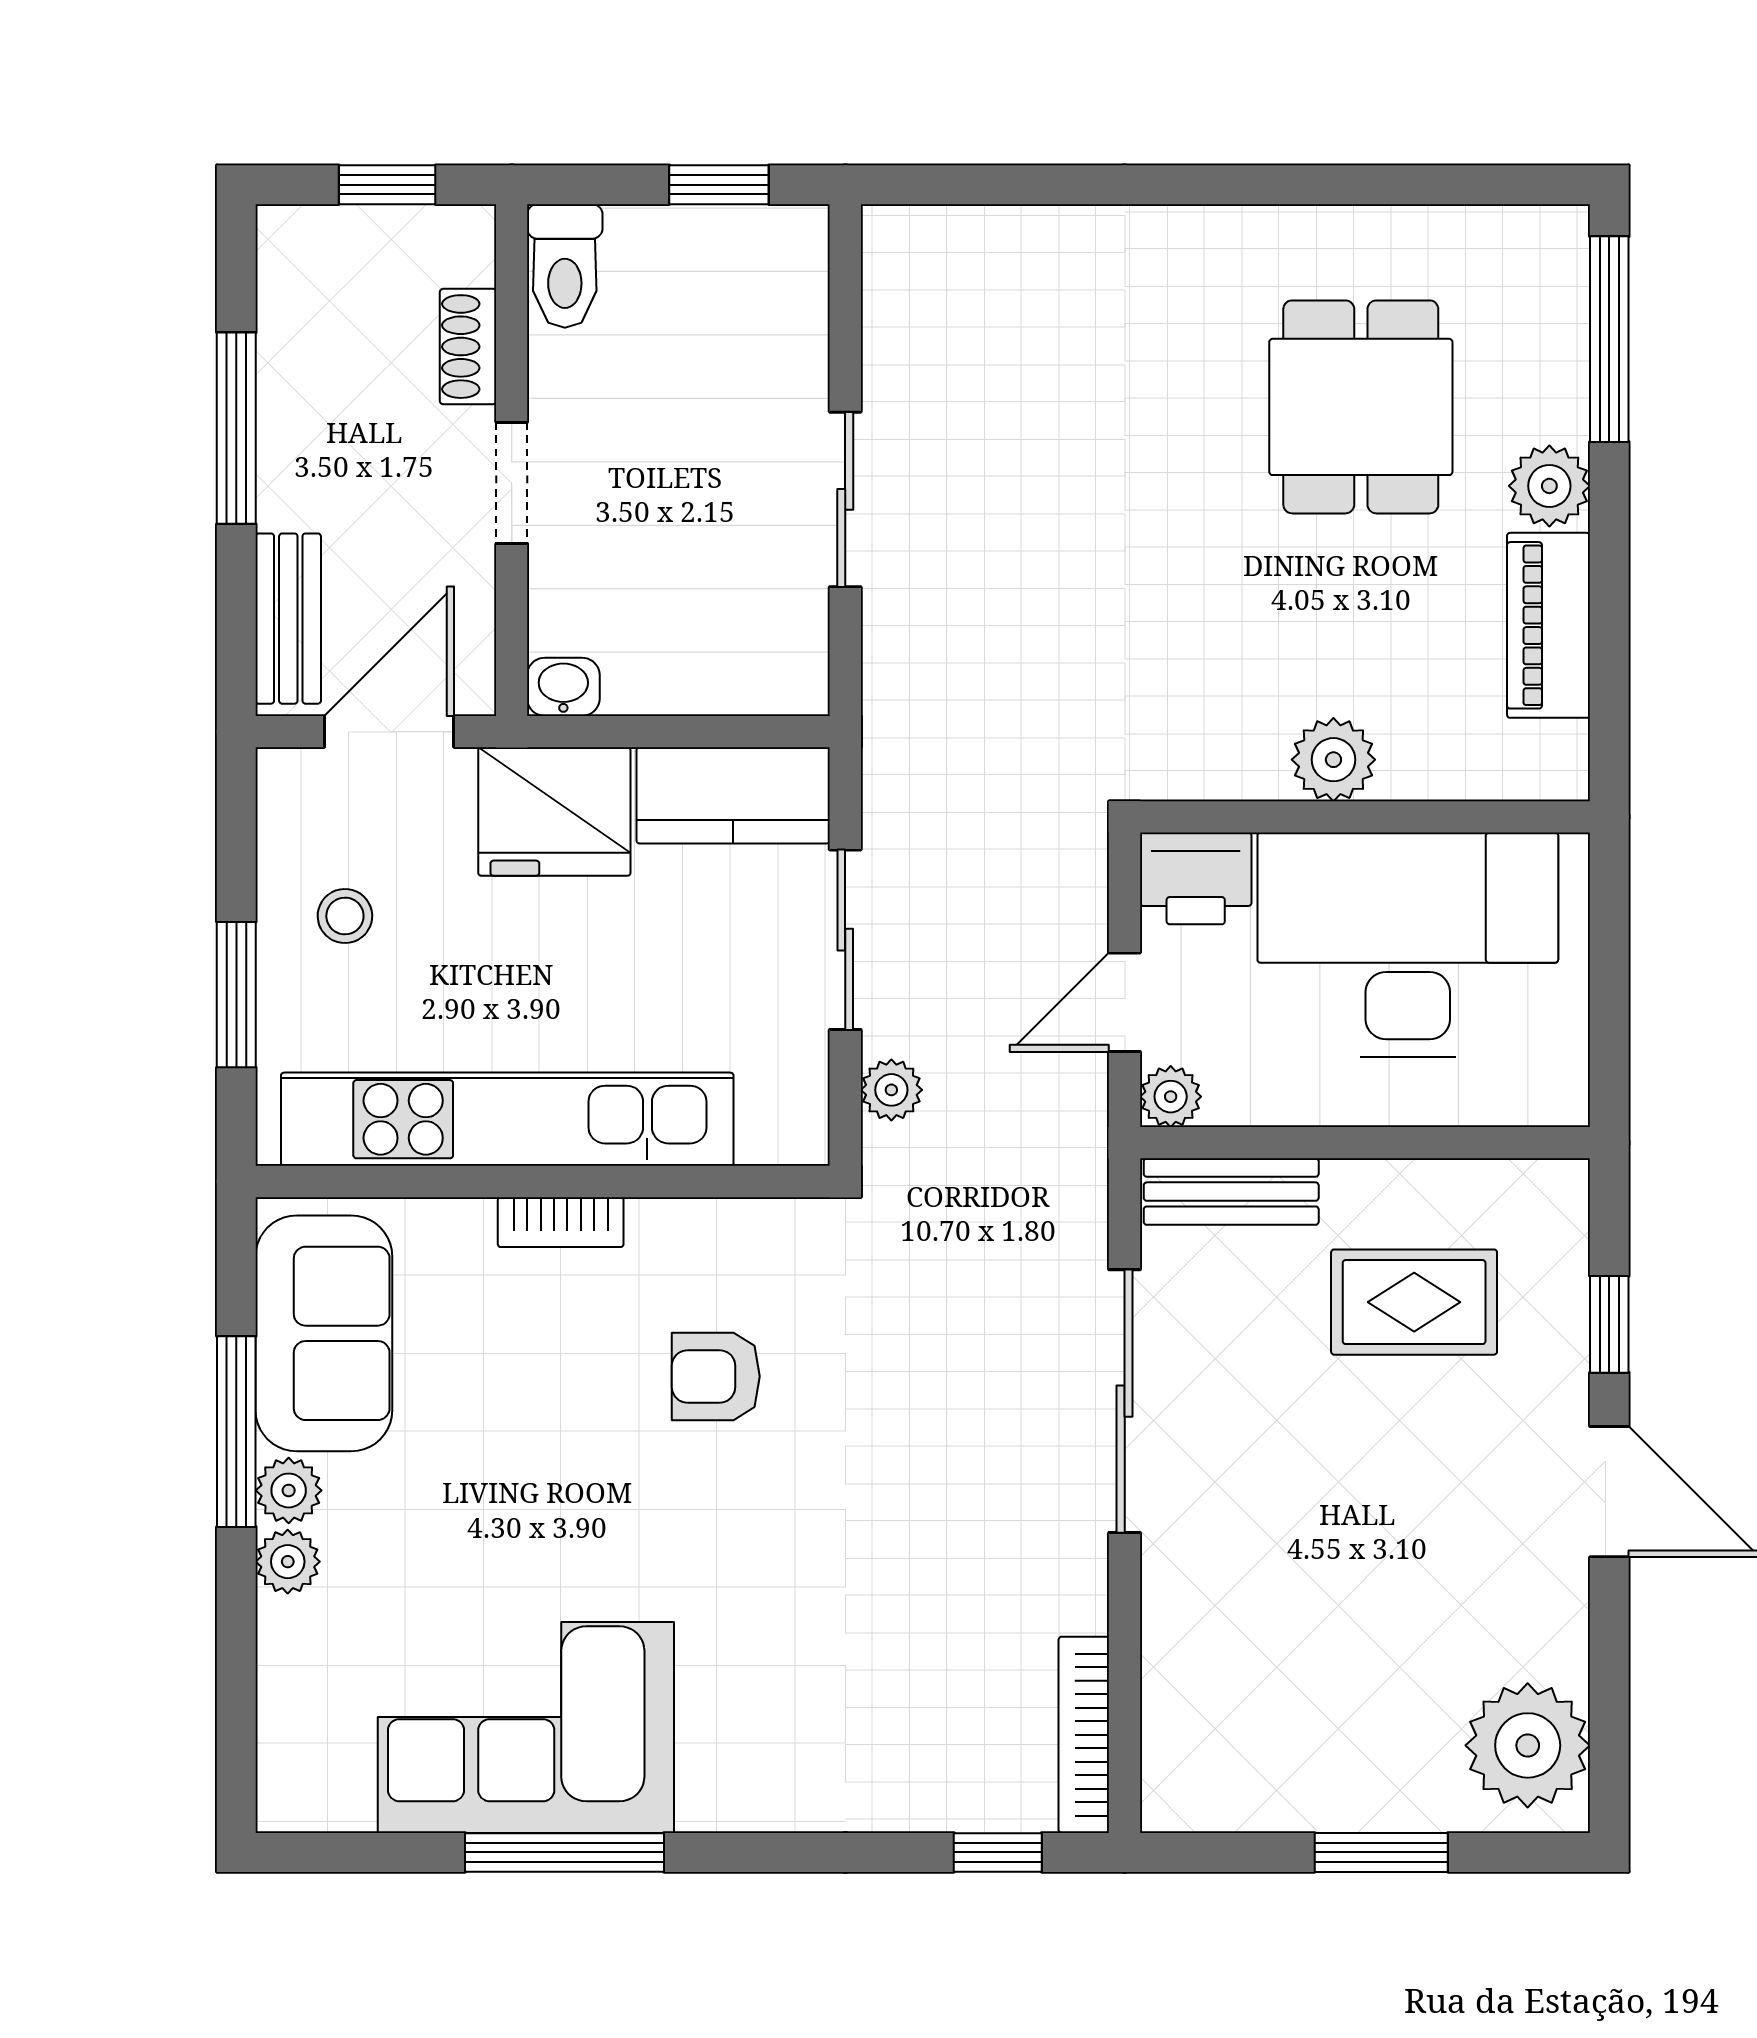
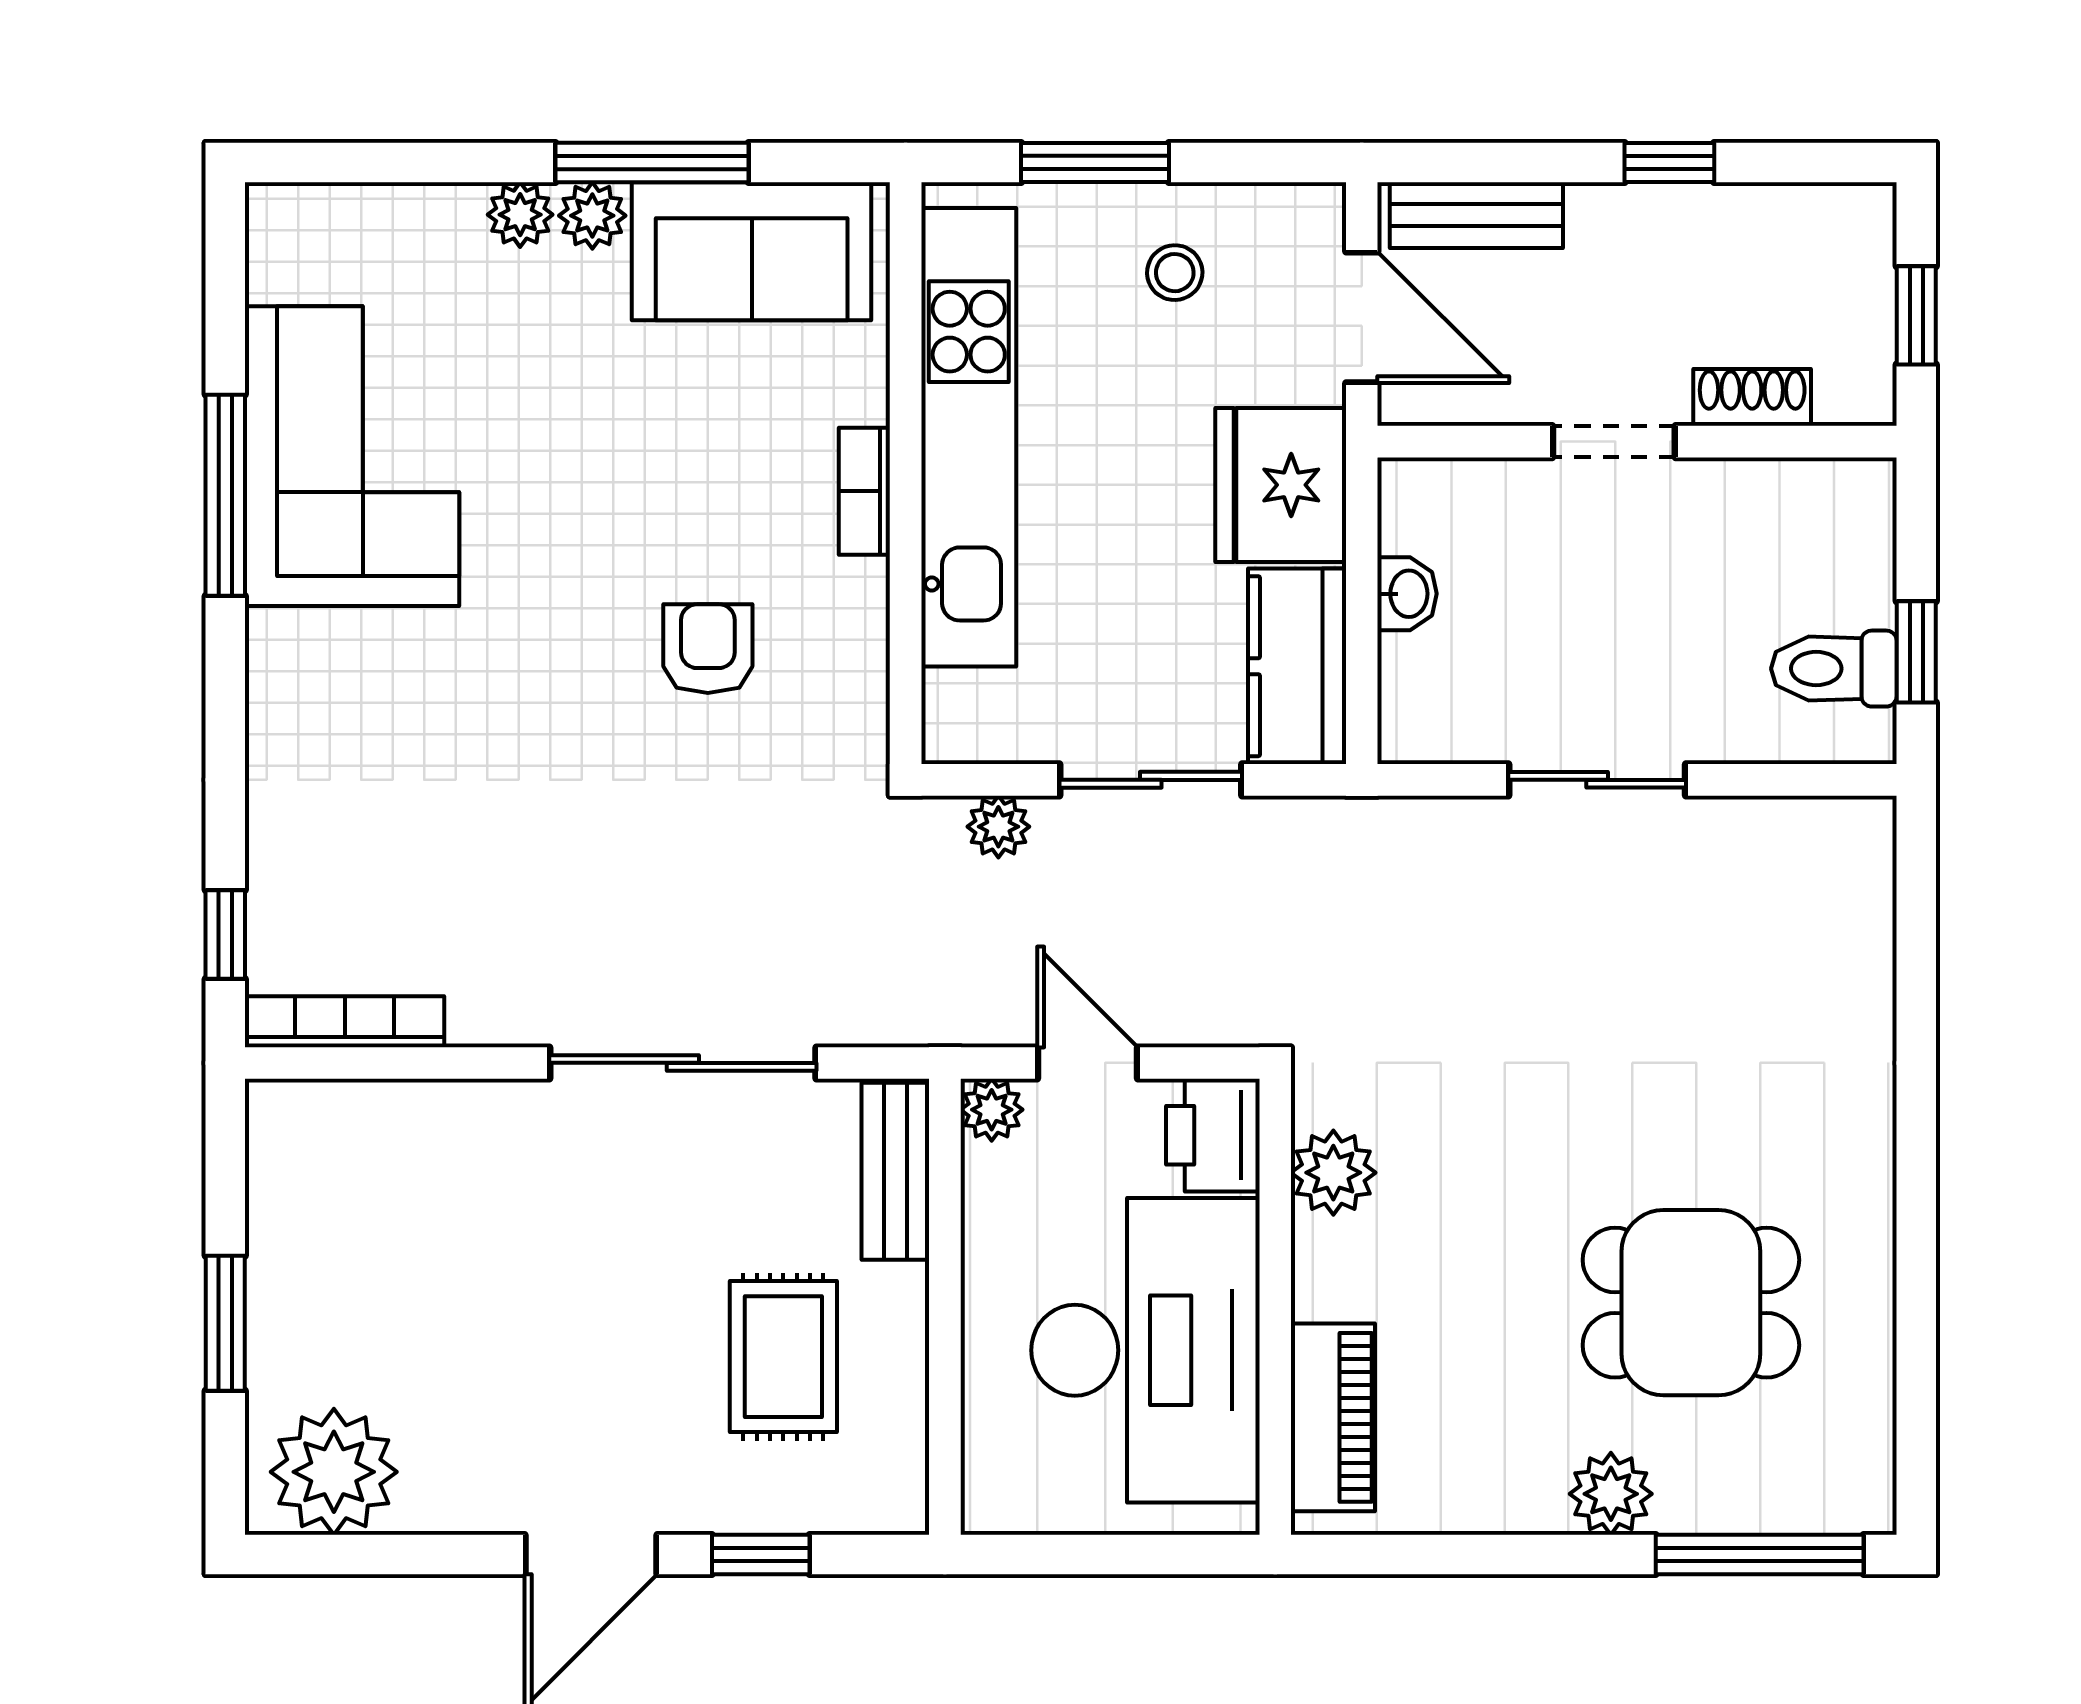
toilet: (565, 266) -> (1834, 669), moved
window: (236, 428) -> (1669, 162), width x0.46
piano: (1549, 625) -> (1333, 1417), moved, turned 90
washbasin: (563, 687) -> (1407, 594), moved
plant: (1333, 760) -> (1333, 1173), moved

